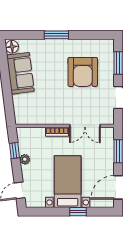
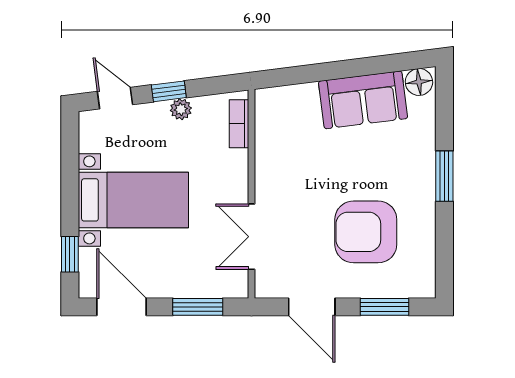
bookcase: (57, 132) -> (239, 124), moved
window: (15, 150) -> (169, 91), moved
window: (78, 212) -> (70, 254), moved

